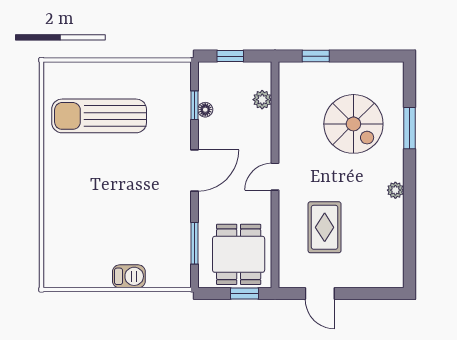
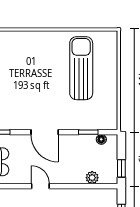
window: (230, 56) -> (121, 168), moved
floor lamp: (205, 110) -> (101, 139), moved

